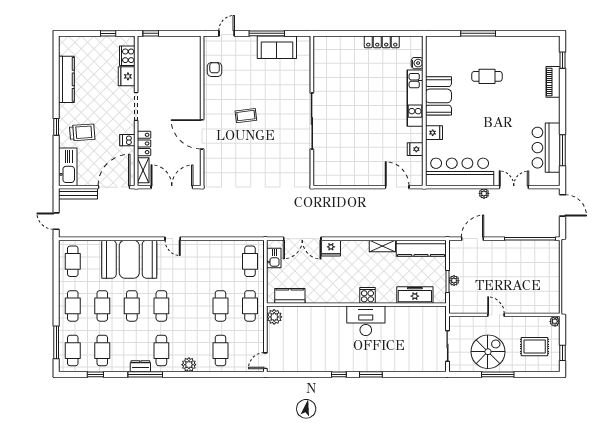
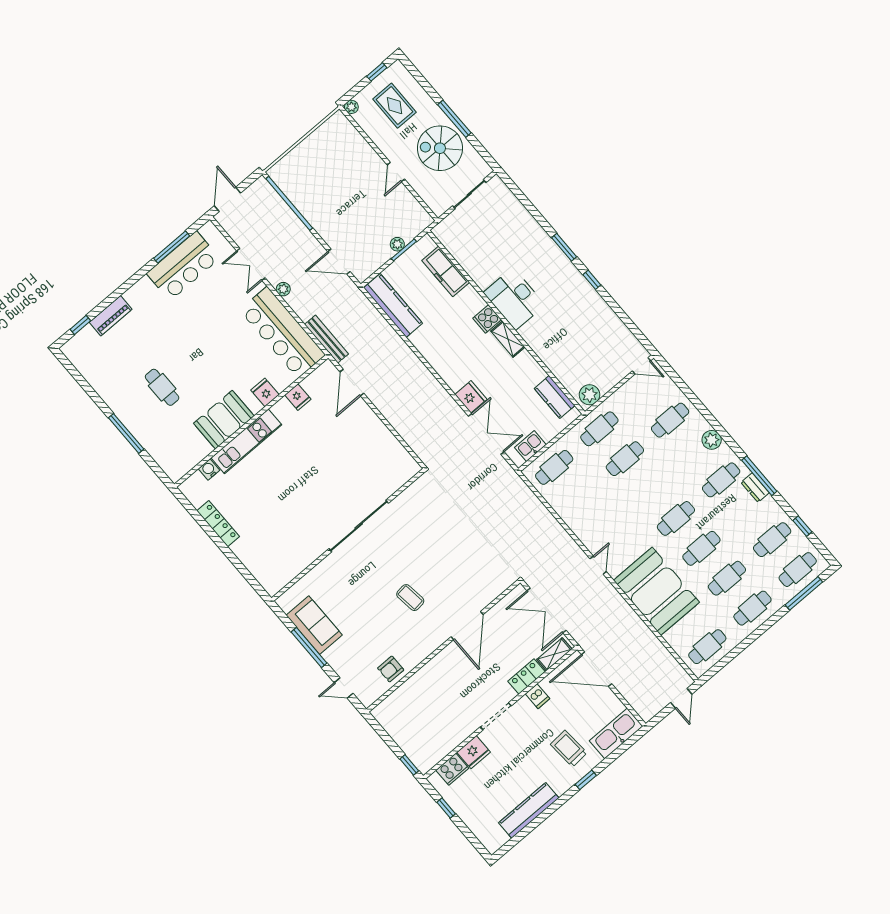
bench: (78, 194) -> (326, 339), moved
shelving: (382, 246) -> (508, 339), moved

